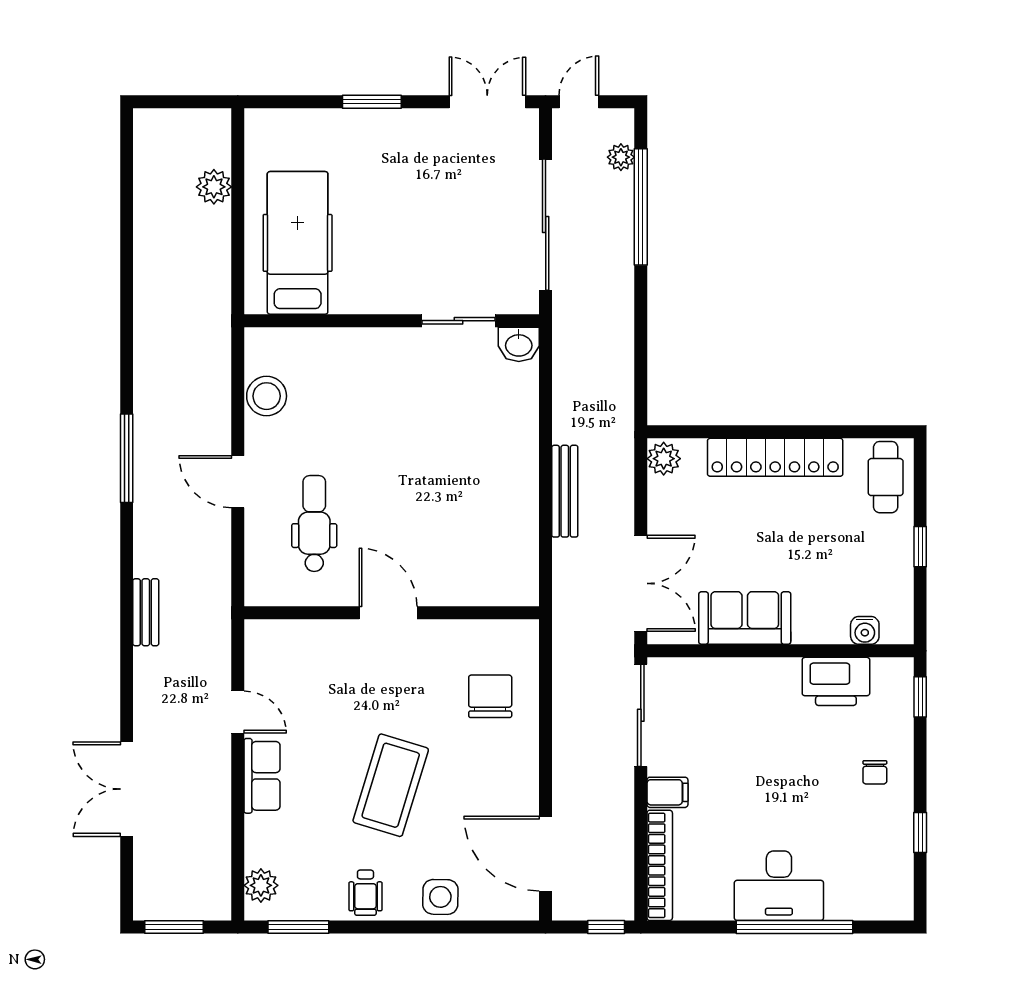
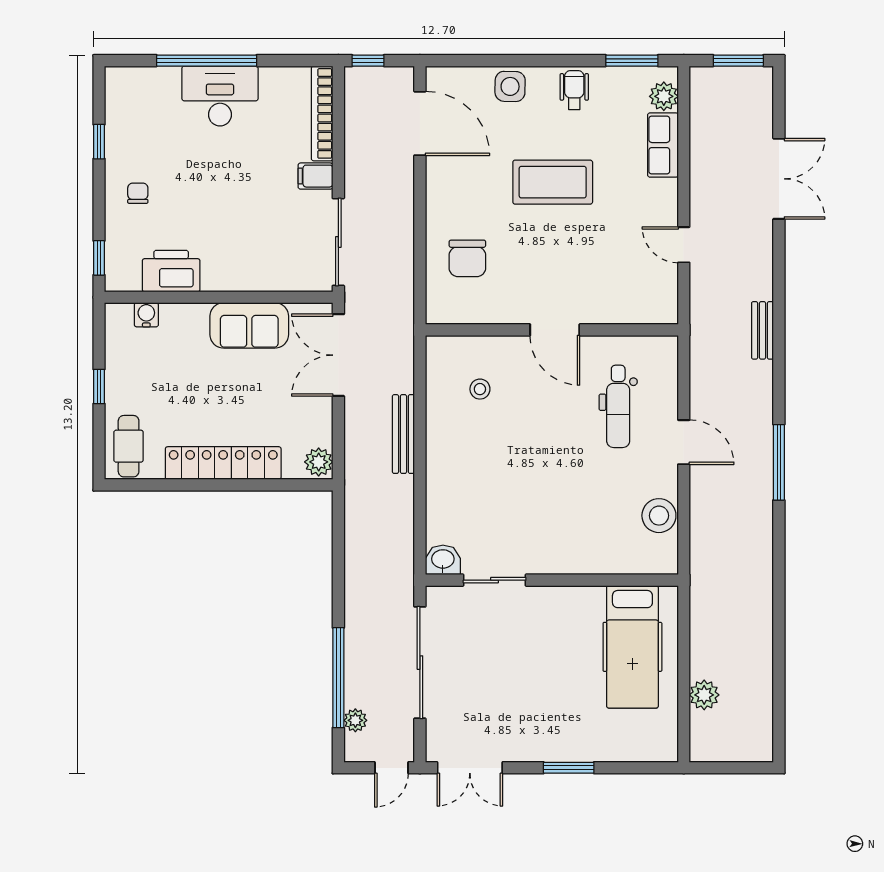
stool: (476, 544) -> (480, 389), added
row of seats: (262, 776) -> (663, 145), moved
coffee table: (391, 785) -> (553, 182), turned 73

